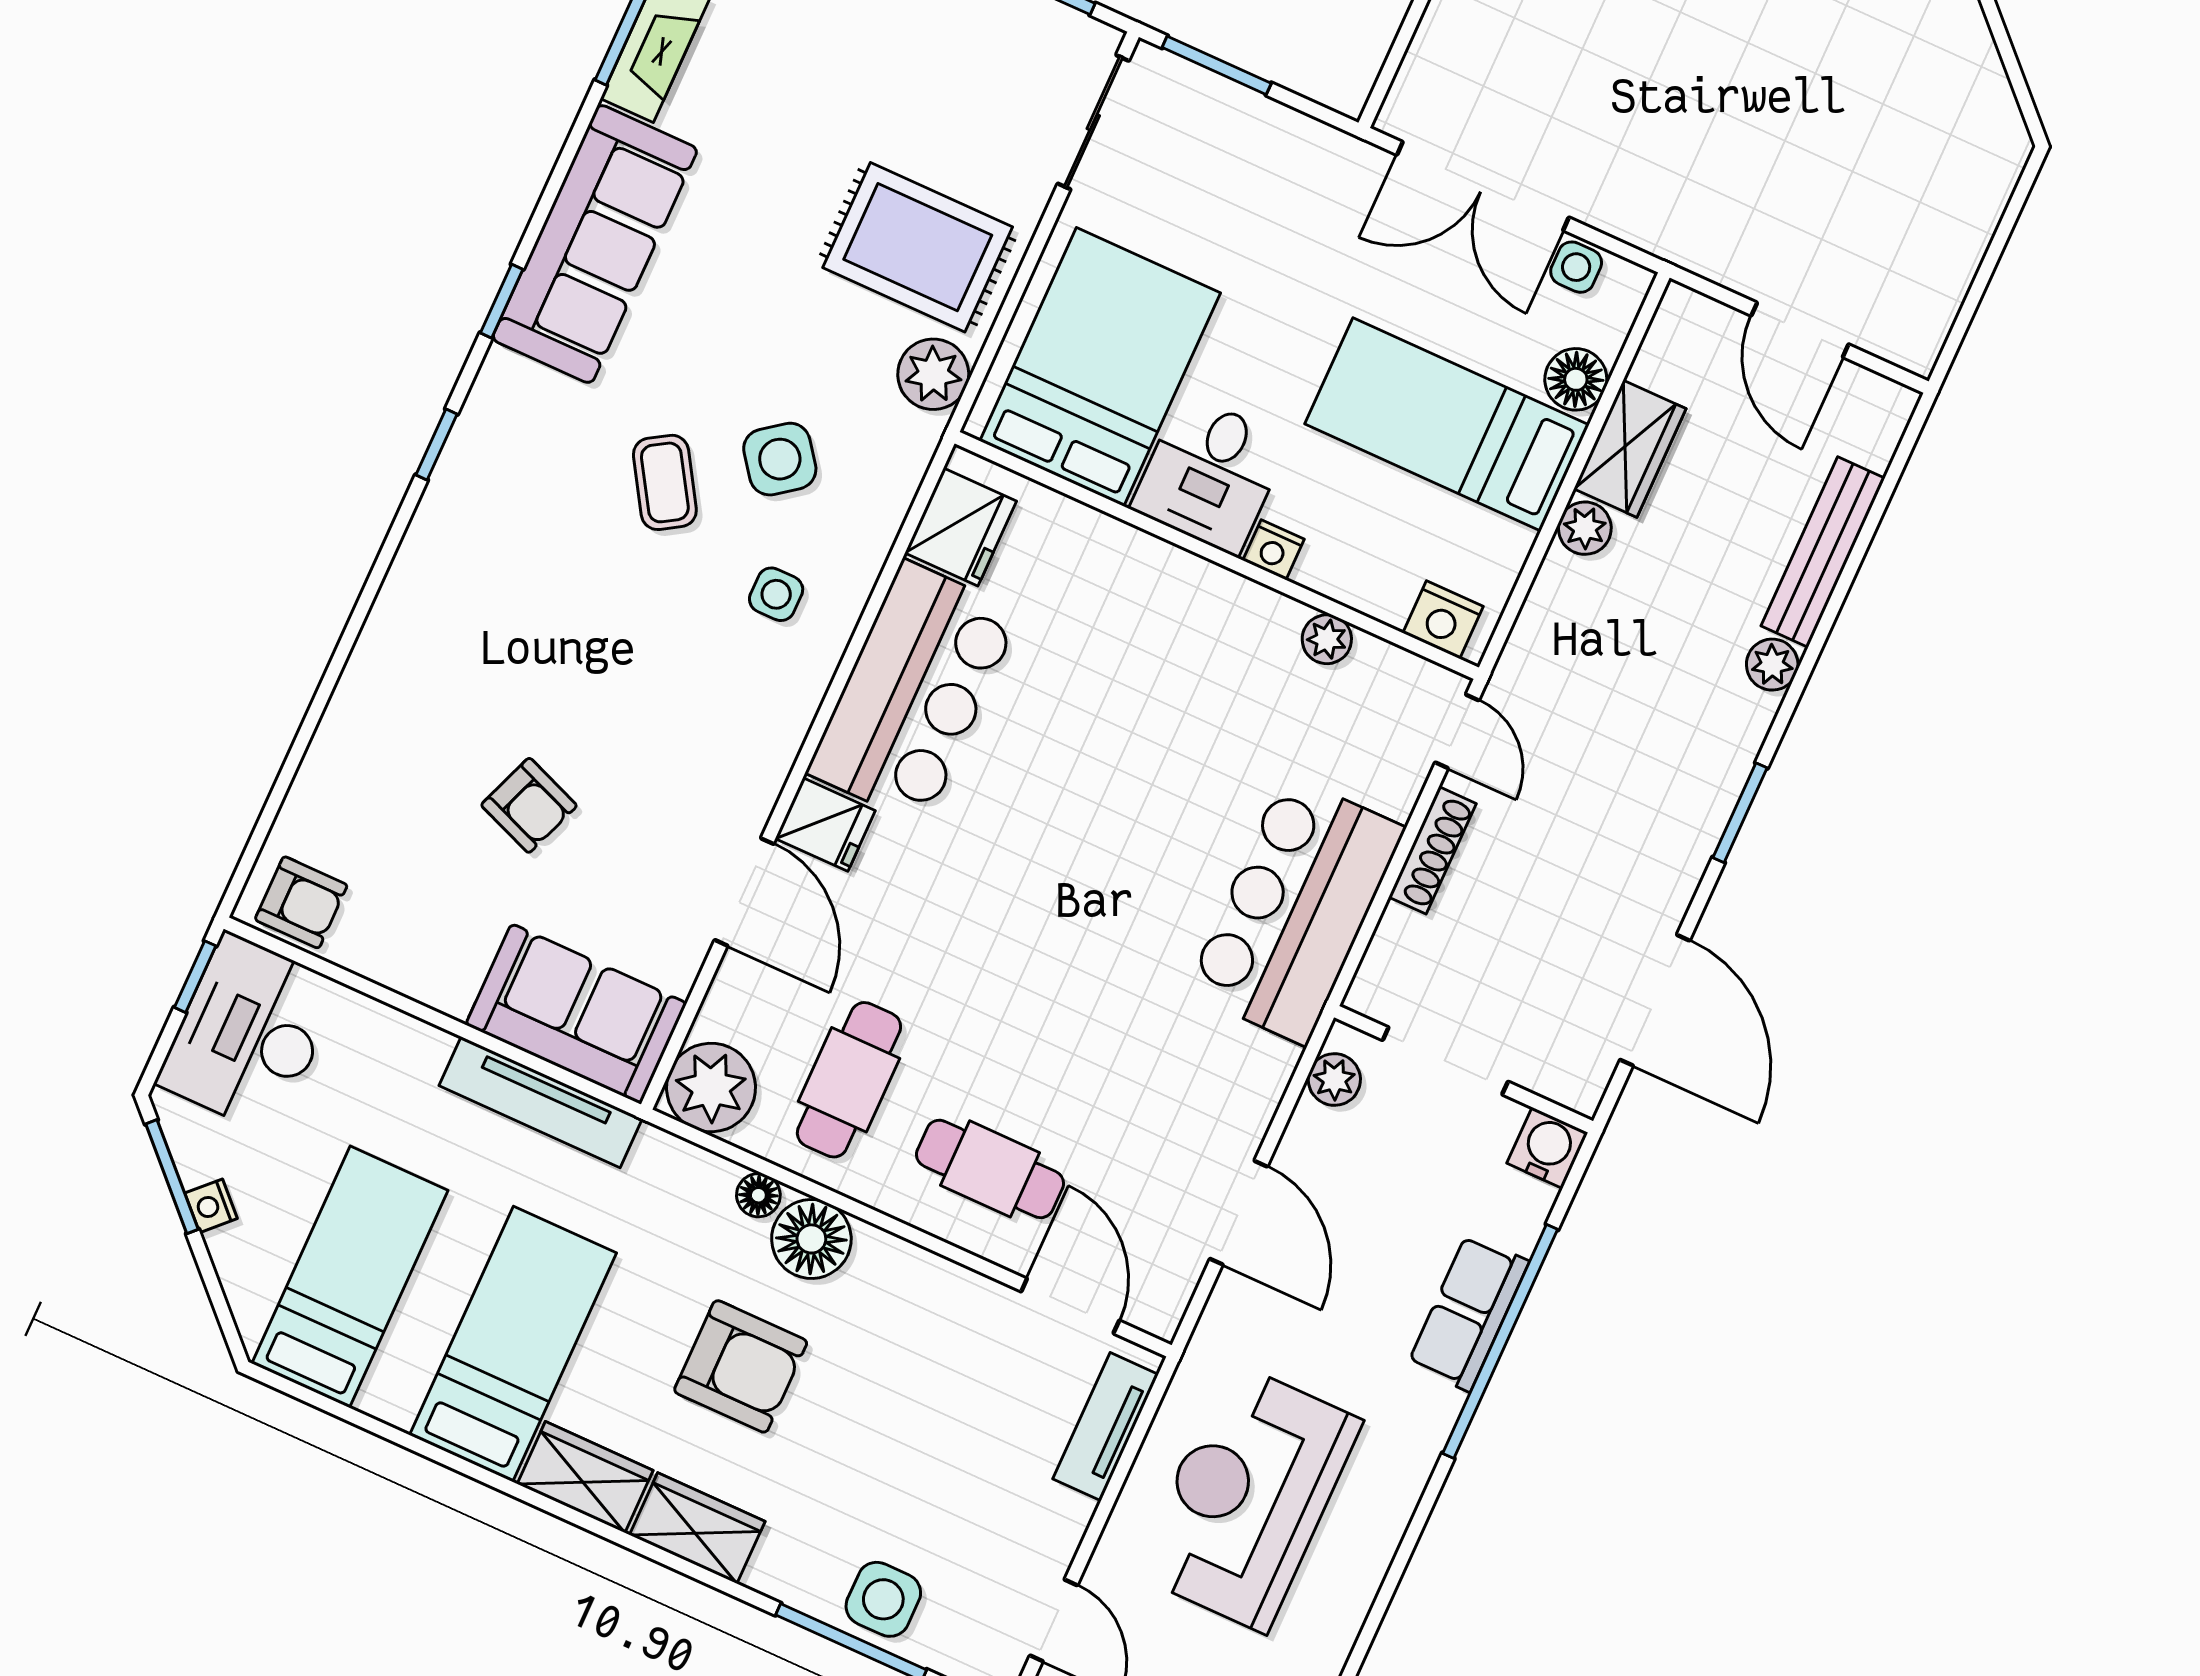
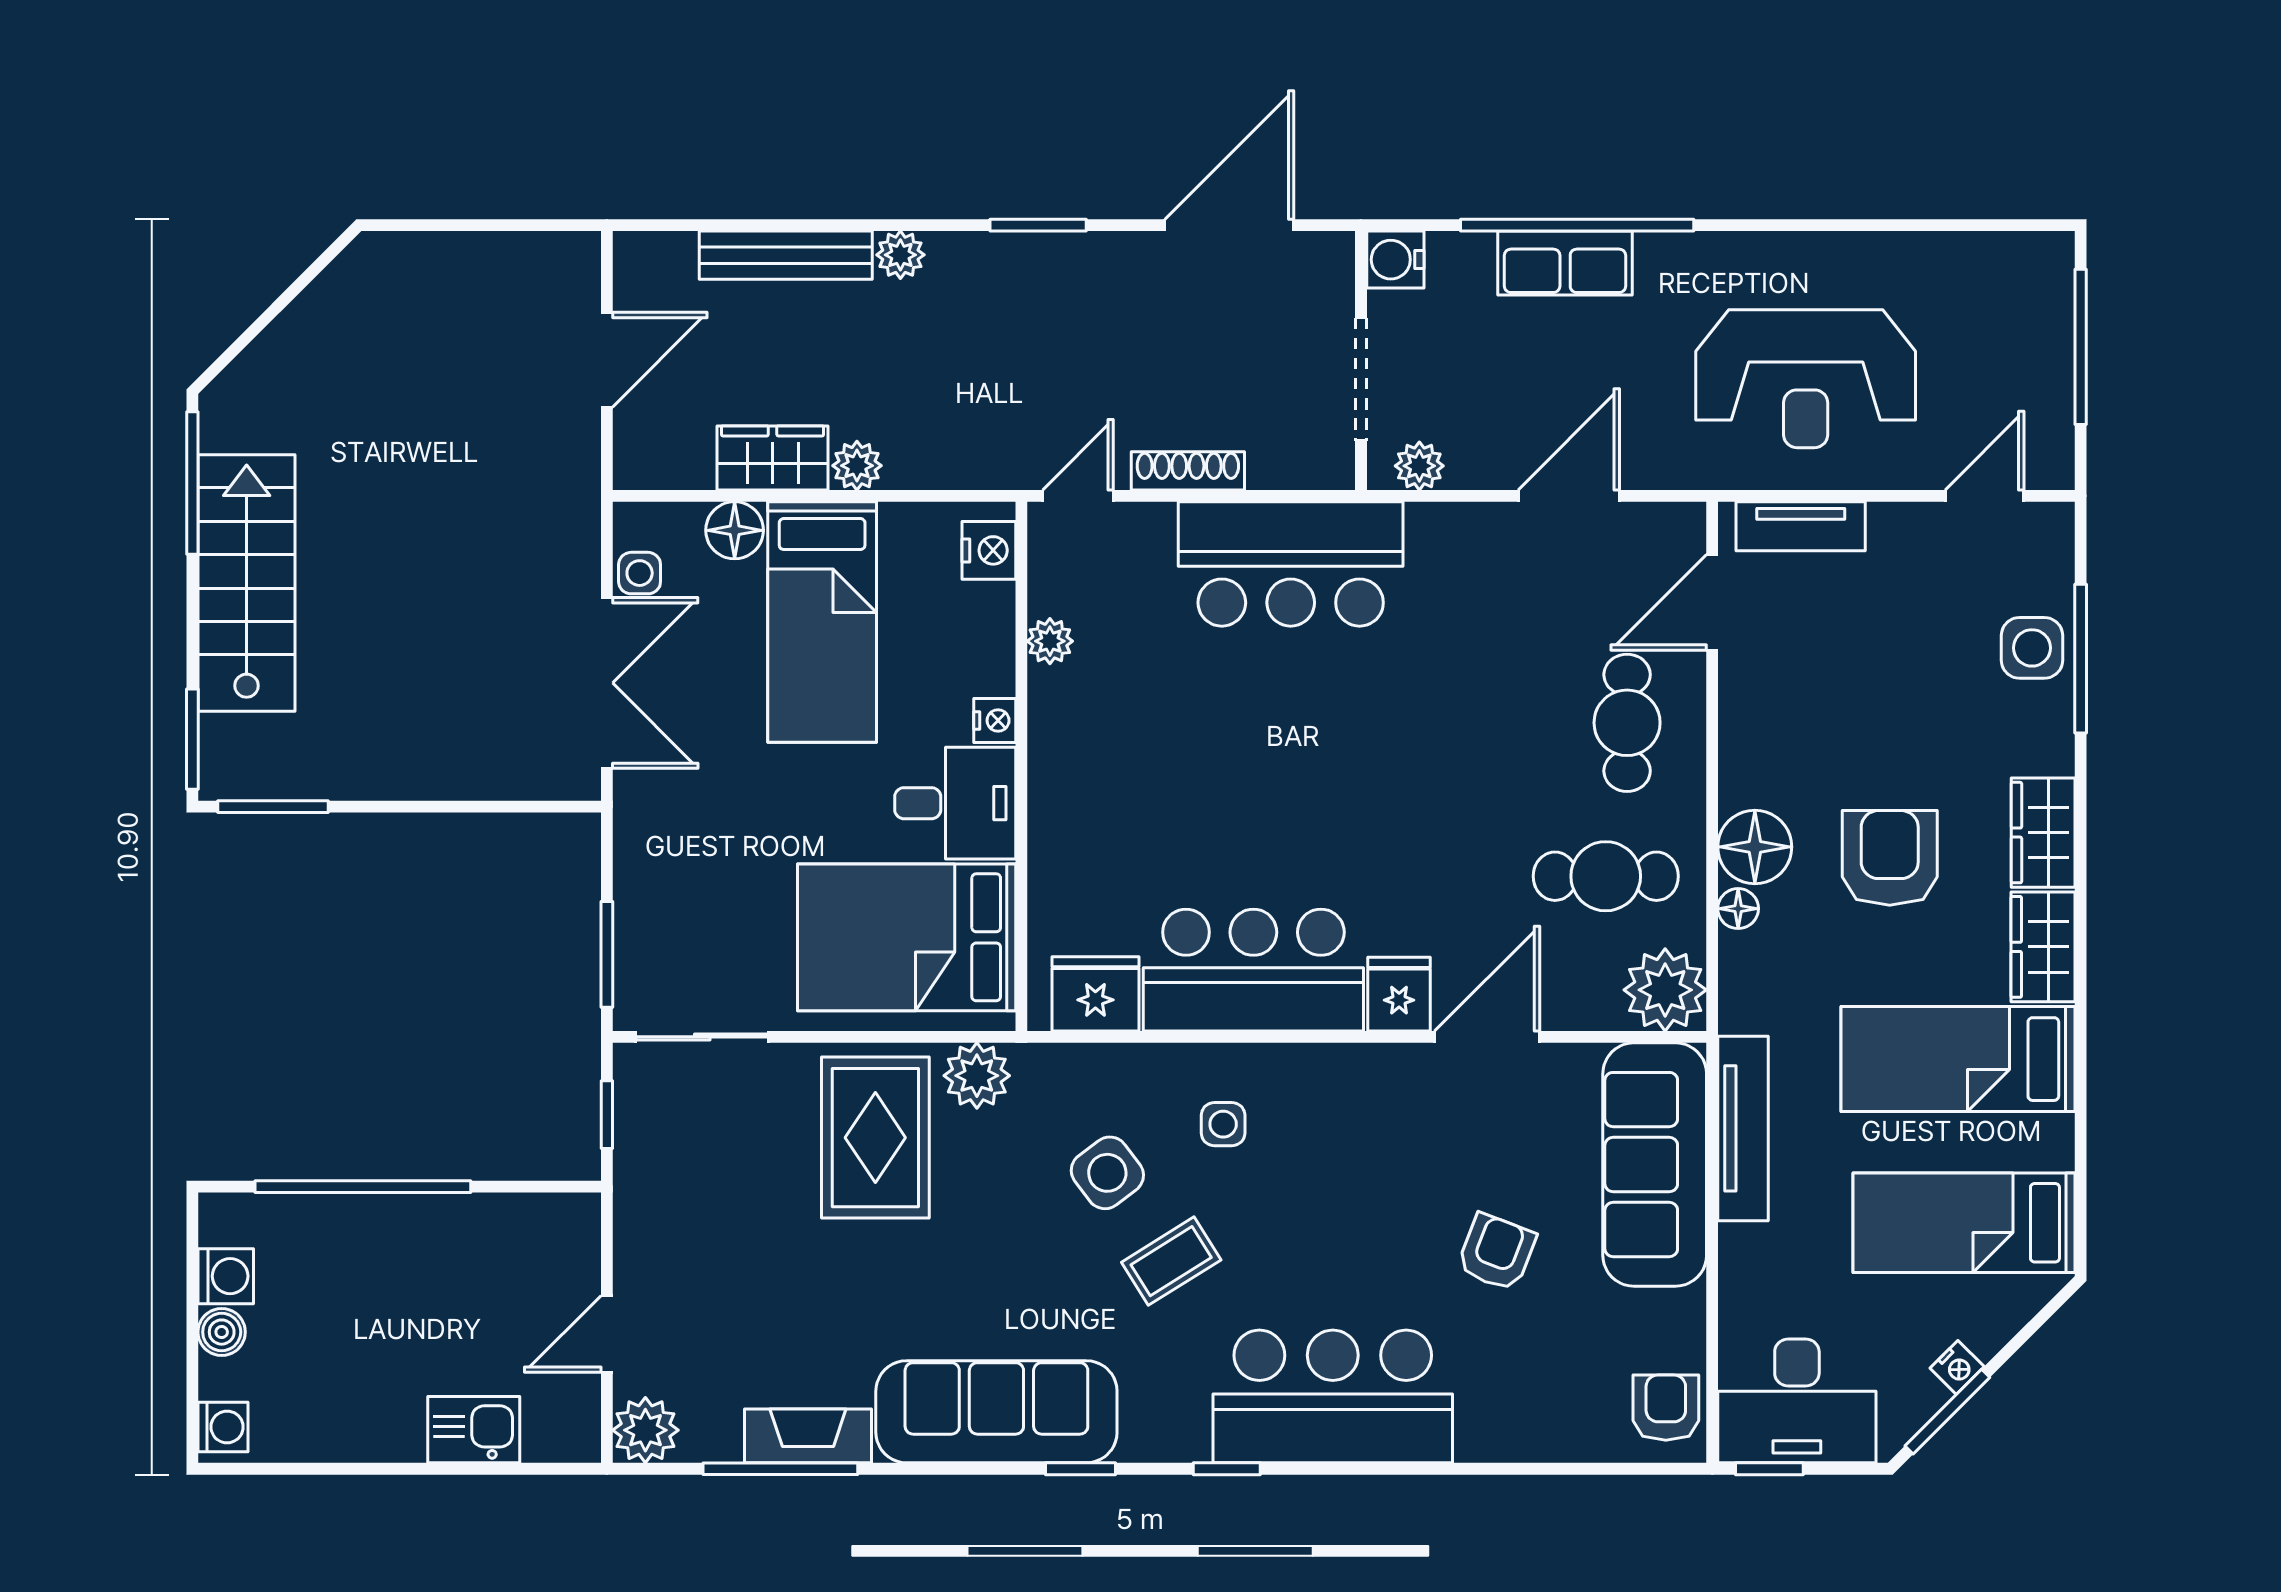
bar counter: (460, 581) -> (1333, 1396), added
sofa: (576, 1014) -> (1655, 1165), width x1.36

